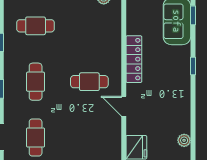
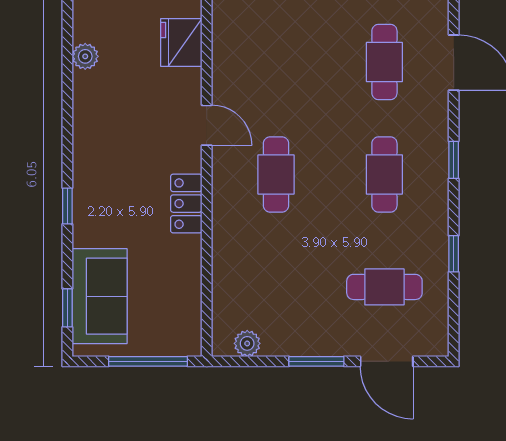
locker: (134, 59) -> (186, 204), width x0.66
cafe table: (89, 82) -> (276, 174), turned 90

